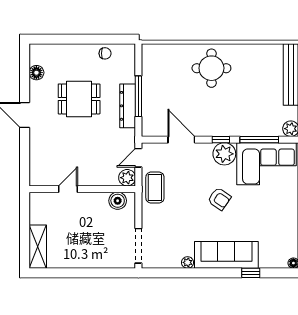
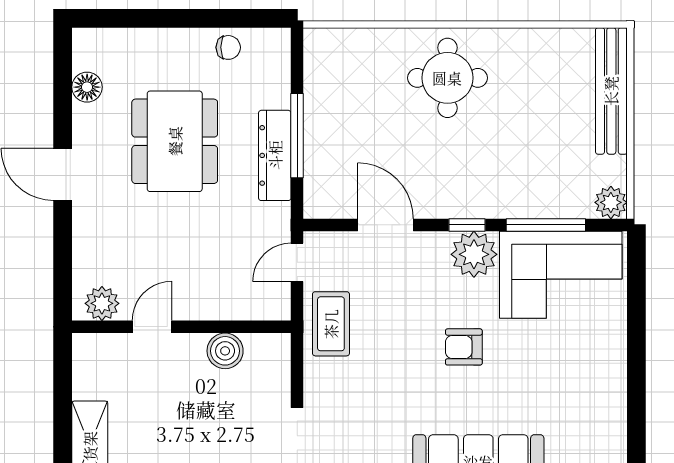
dining table: (79, 99) -> (175, 141), width x1.38
plant: (127, 178) -> (102, 303), moved
armchair: (219, 199) -> (464, 347), turned 145
boiler: (118, 201) -> (225, 351), moved

